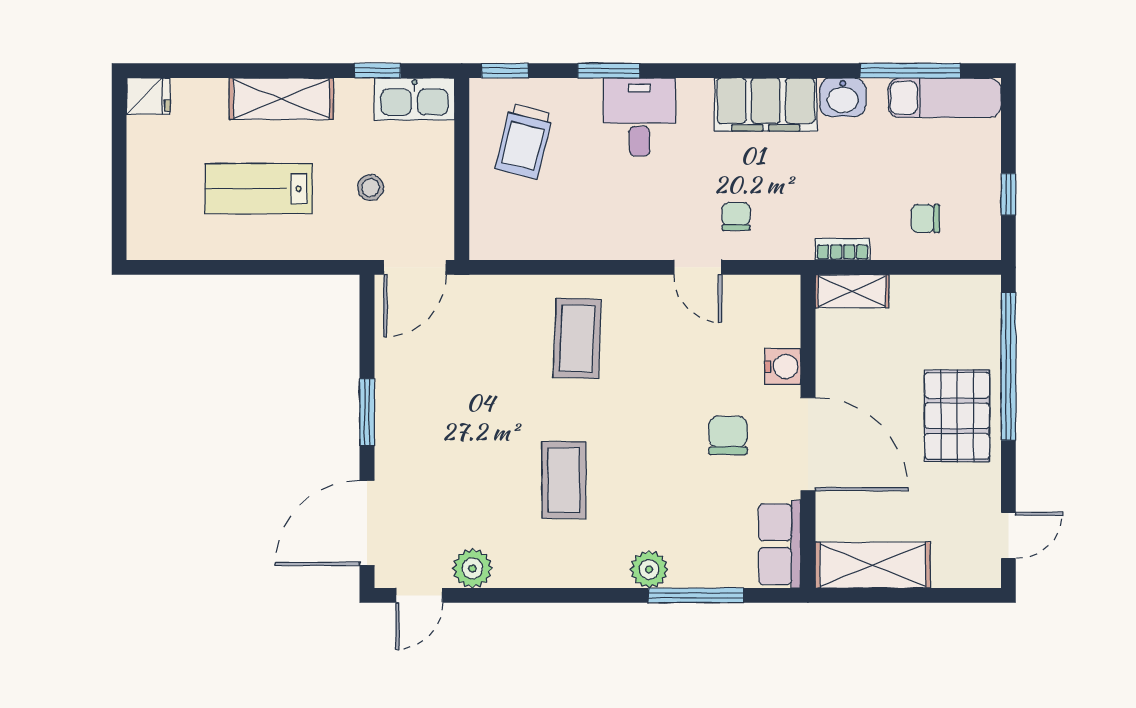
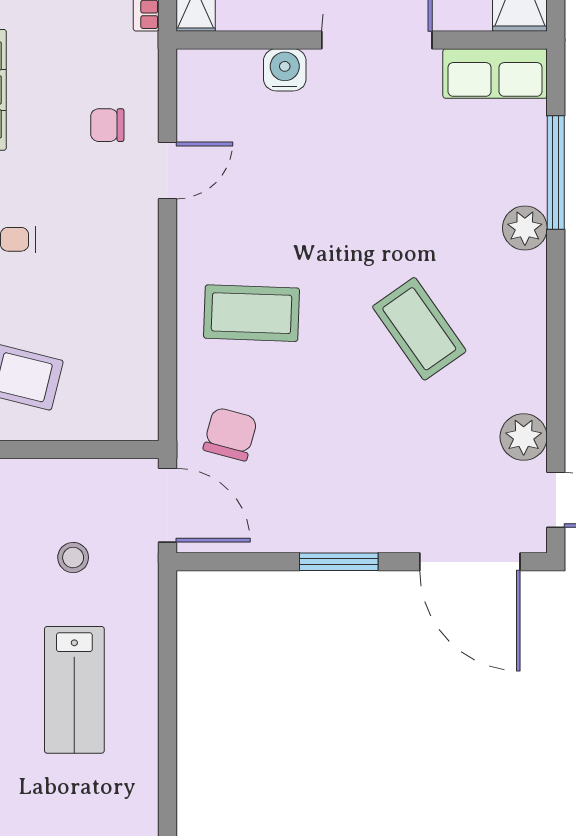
chair: (728, 435) -> (230, 434), moved, turned 105
coffee table: (564, 480) -> (419, 329), turned 55

